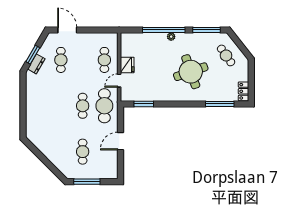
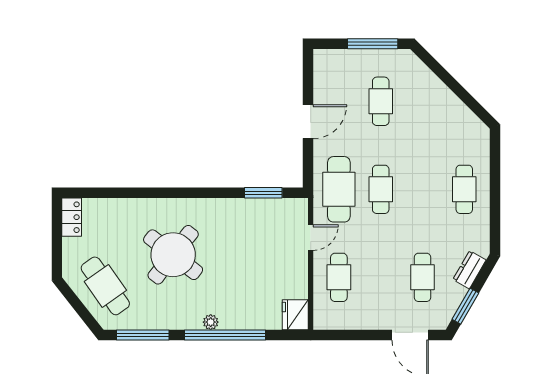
window: (33, 55) -> (465, 306), moved
cafe table: (226, 55) -> (105, 286), width x1.37, depth x1.35
fridge: (127, 65) -> (295, 315), moved
round table: (191, 72) -> (173, 255), turned -33
window: (220, 104) -> (117, 193), removed
cafe table: (39, 106) -> (464, 189), added

